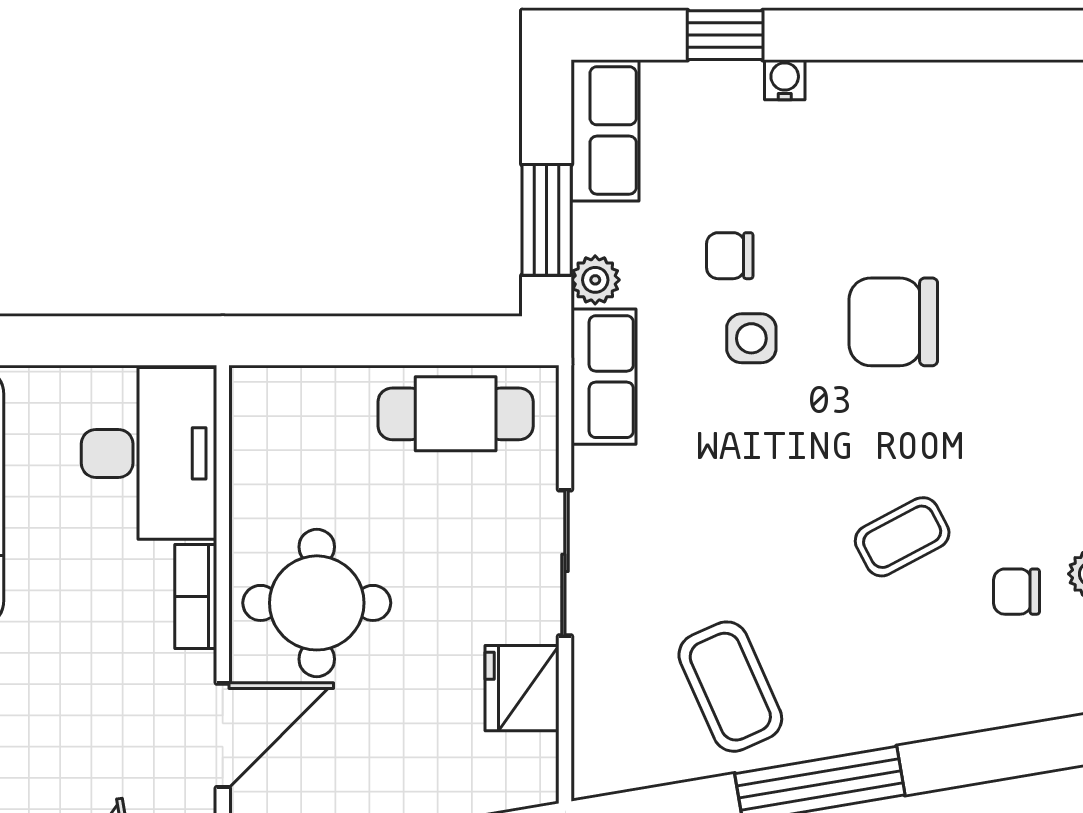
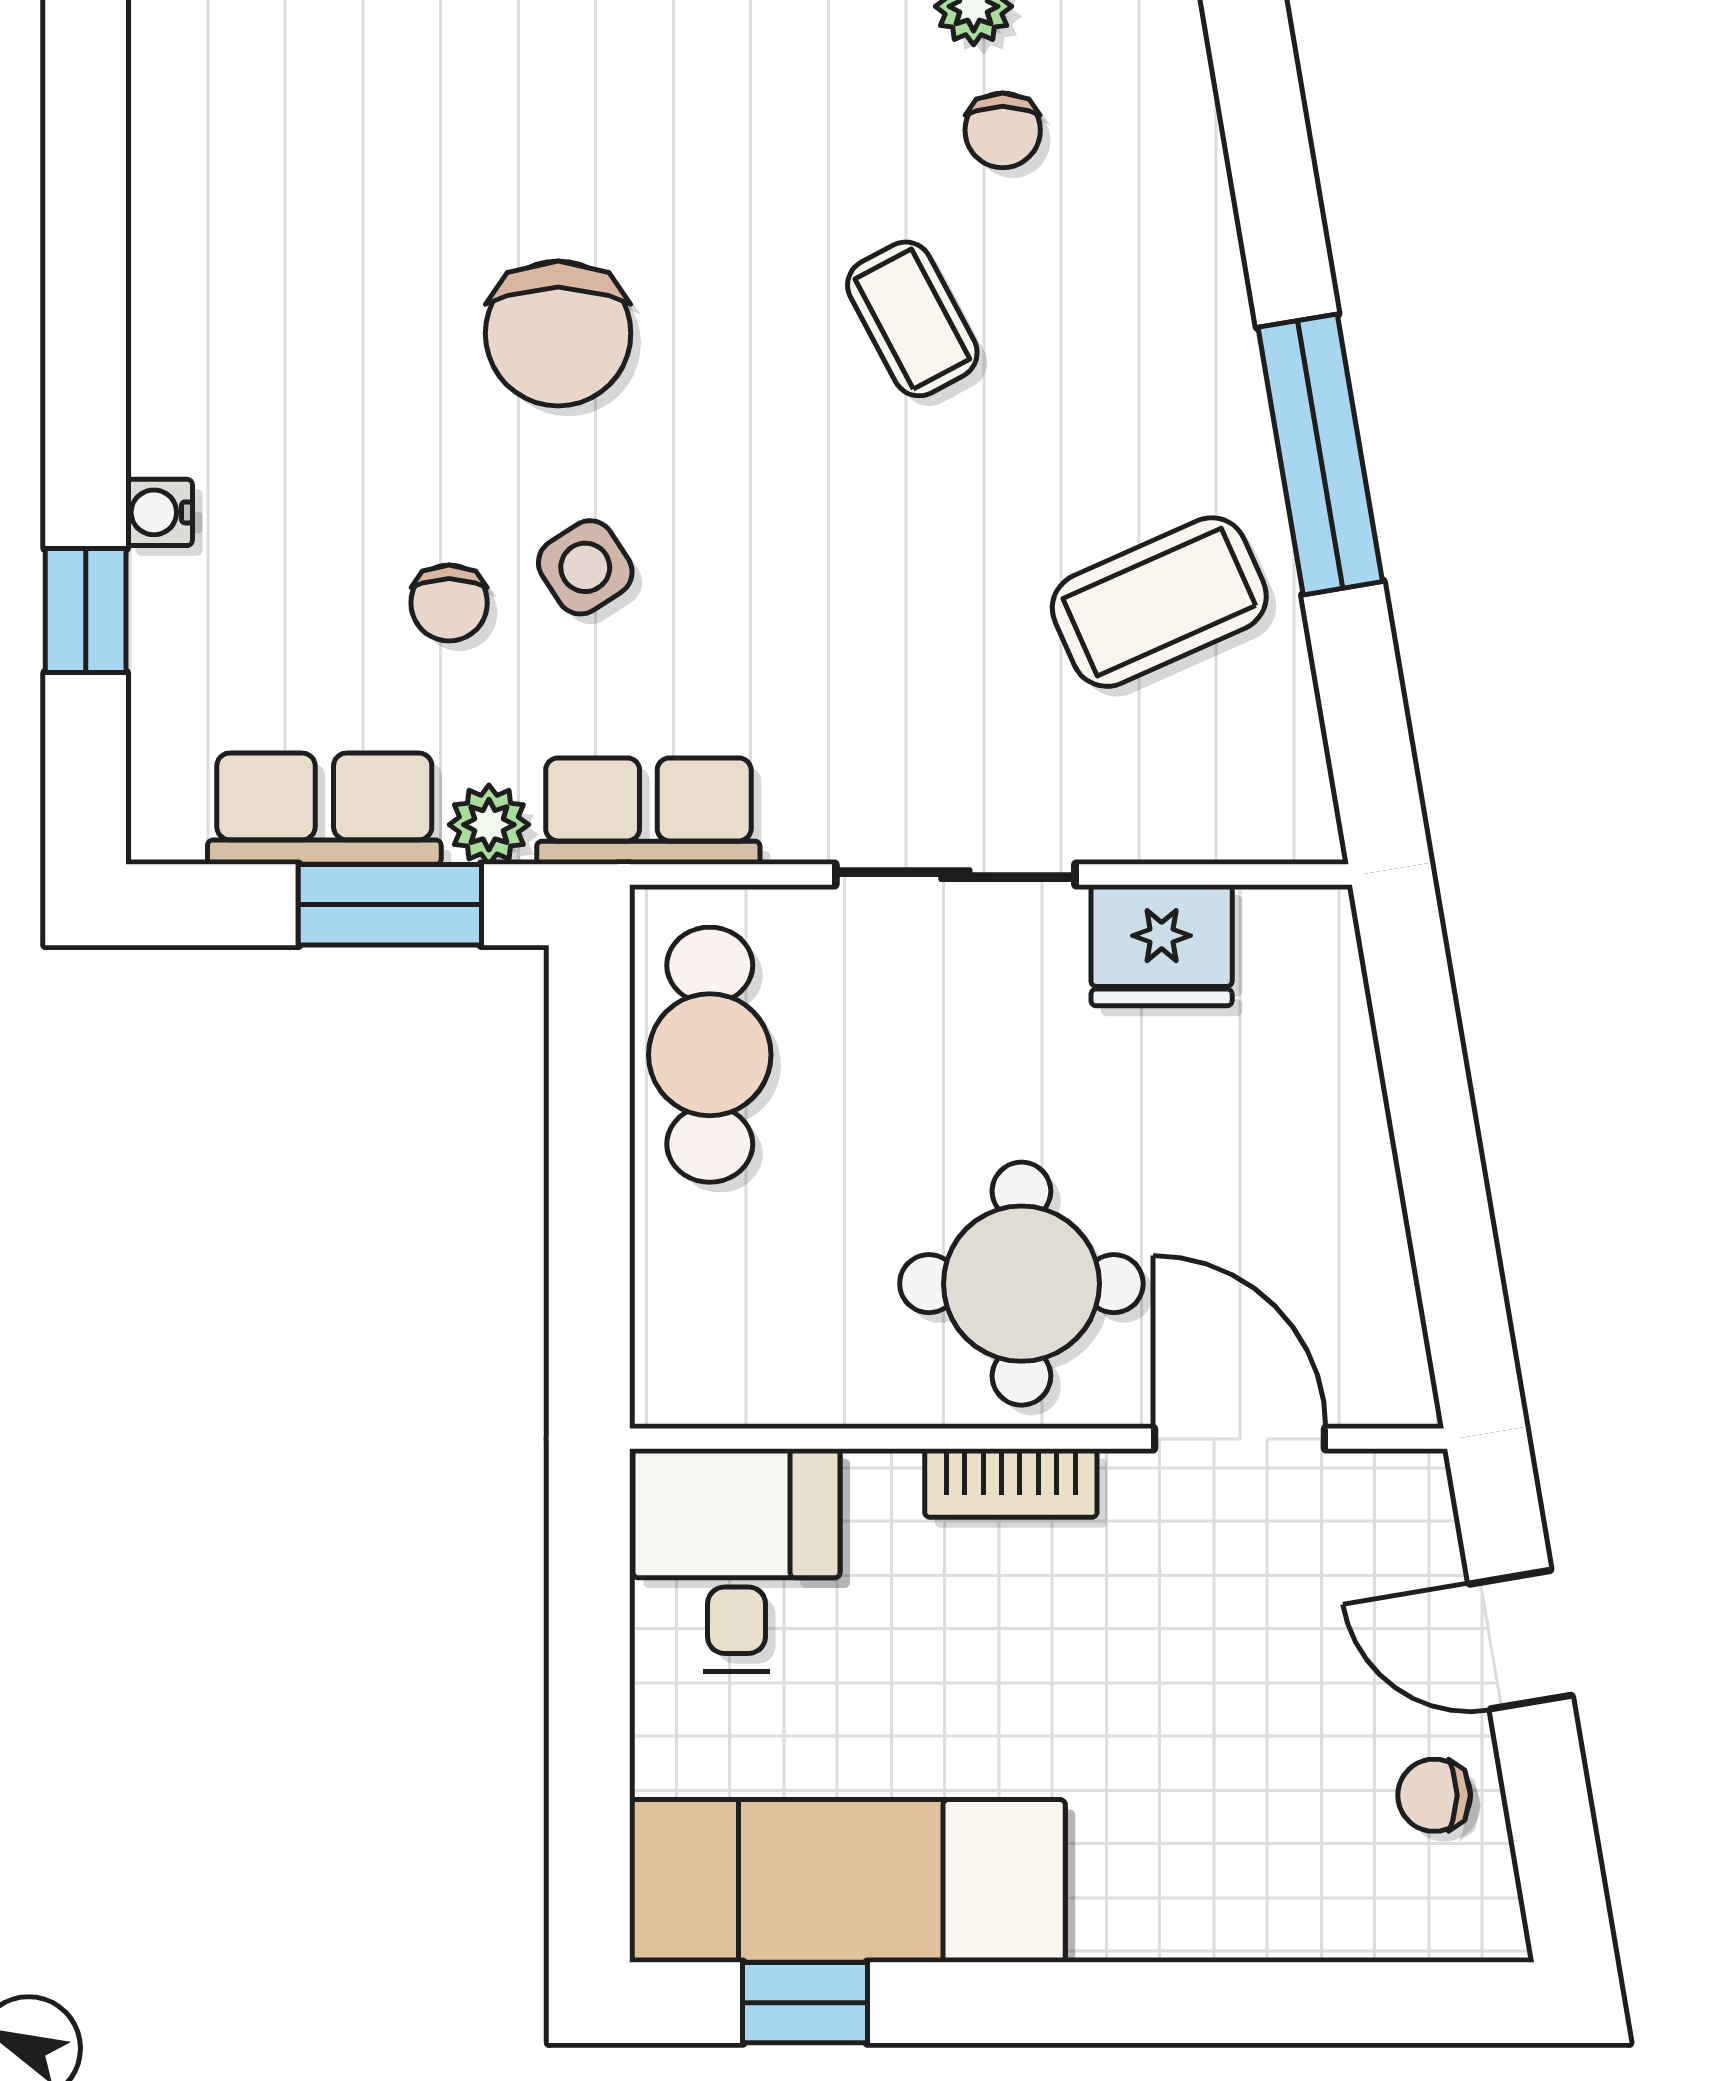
row of seats: (605, 130) -> (324, 809), moved
side table: (751, 338) -> (585, 567), turned -33
desk: (149, 453) -> (737, 1560), width x0.73

